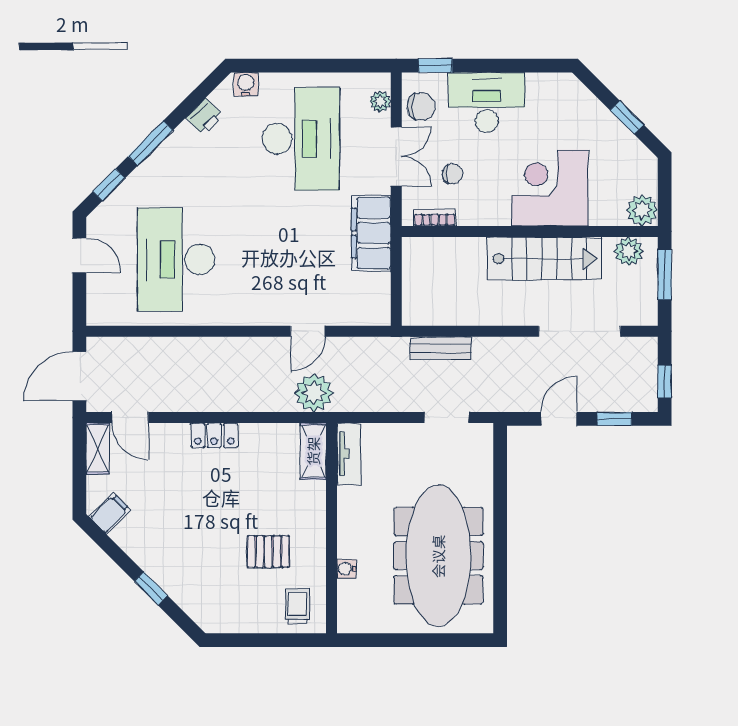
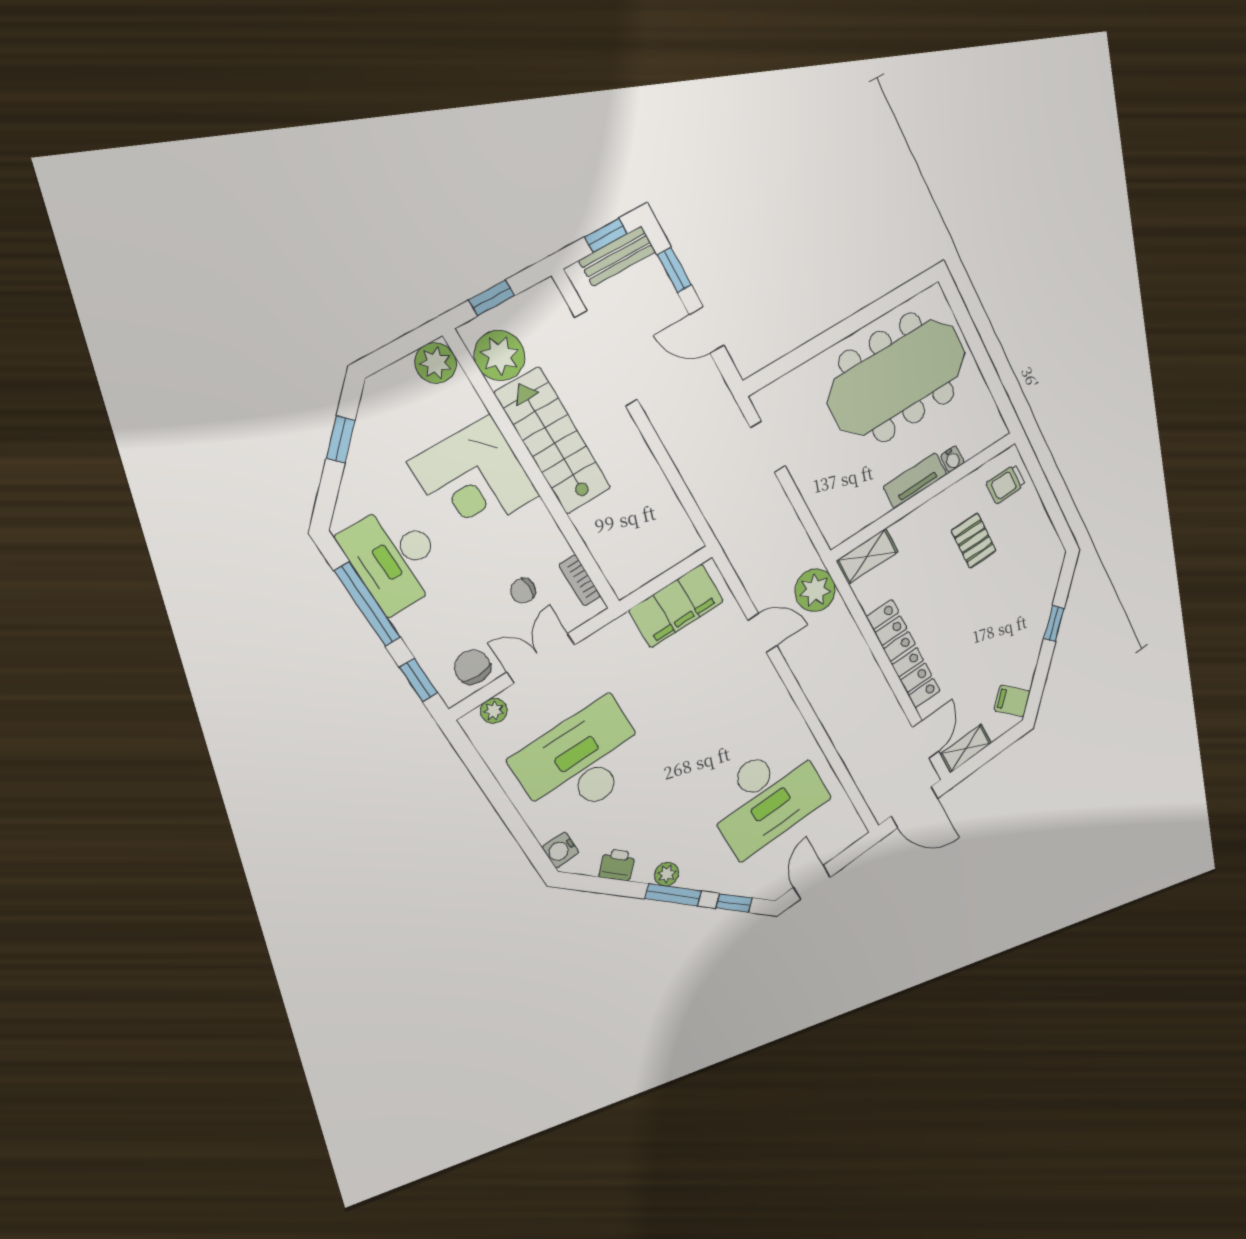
window: (508, 66) -> (367, 604), added
desk: (487, 102) -> (395, 558), moved
plant: (170, 148) -> (667, 874), added
chair: (452, 174) -> (523, 591), turned -90
filing cabinet: (371, 233) -> (676, 606), moved
plant: (629, 251) -> (500, 356), width x1.36, depth x1.36
window: (665, 275) -> (492, 298), width x0.67
bench: (441, 348) -> (617, 256), moved, turned 90
locker: (214, 435) -> (904, 654), width x2.16, depth x1.21
tv unit: (349, 454) -> (915, 480), moved

